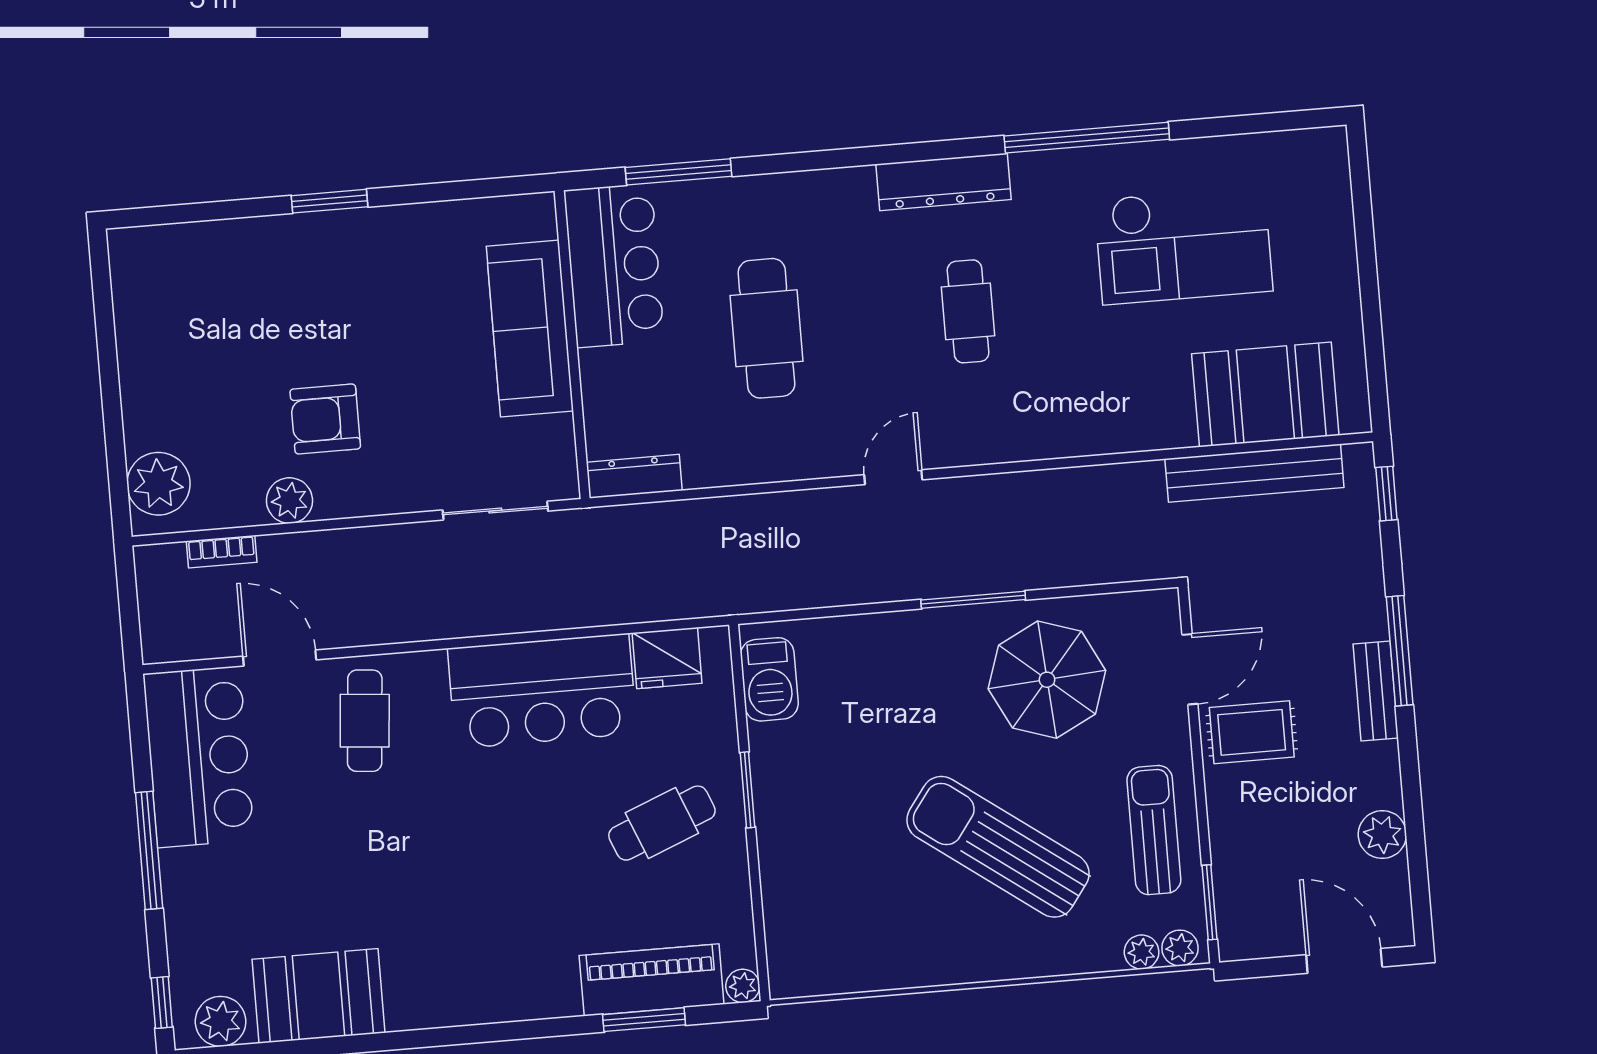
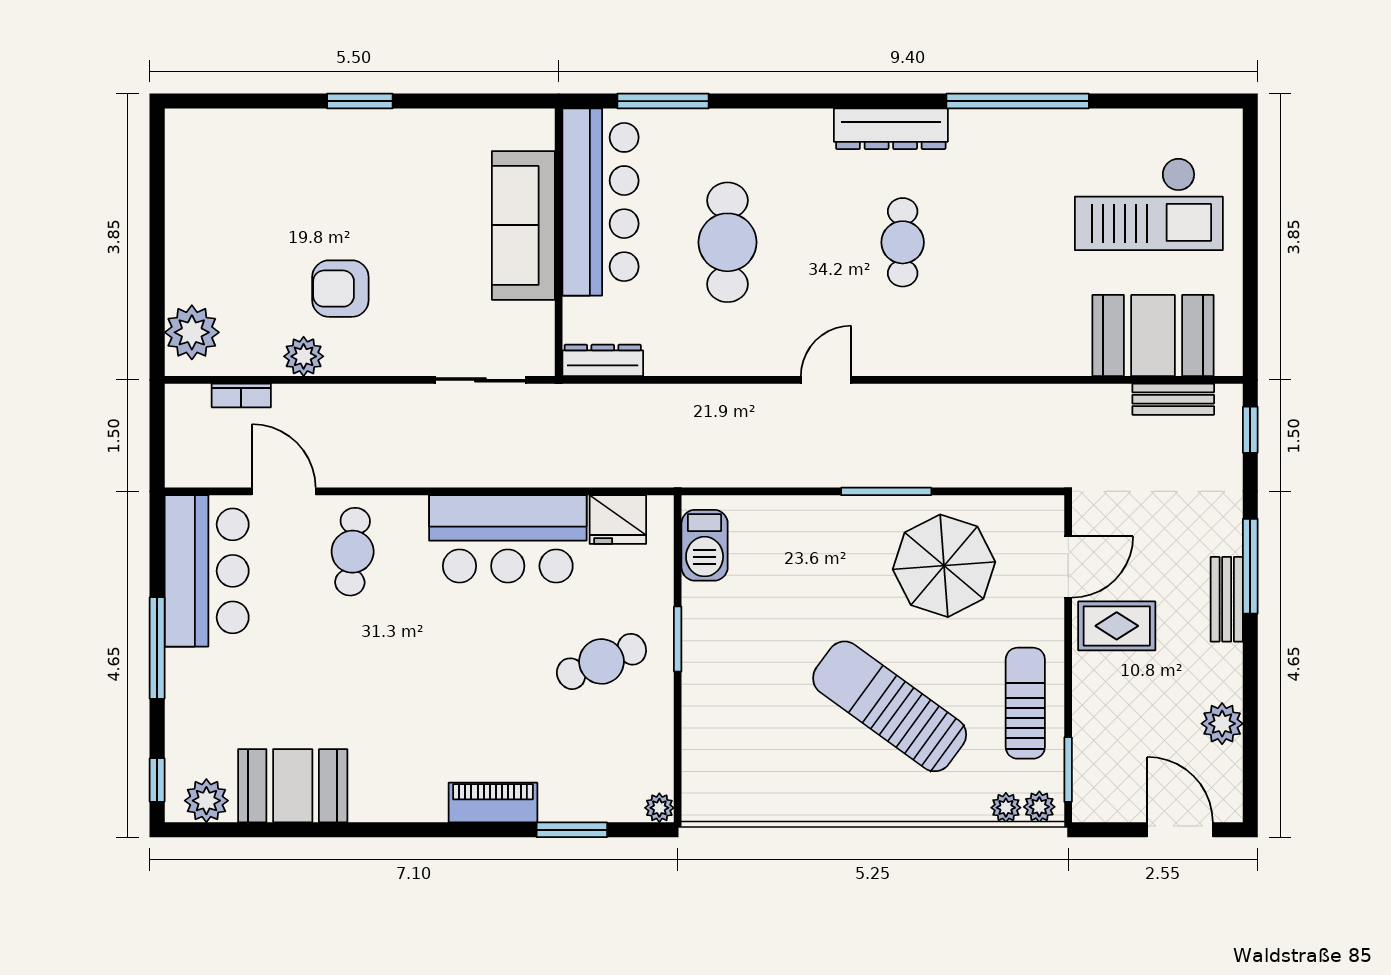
checkout: (1183, 245) -> (1149, 204), moved
bar counter: (614, 266) -> (601, 202), width x1.36
bench: (1254, 473) -> (1173, 399), width x0.54, depth x0.82
piano: (652, 980) -> (493, 803), moved, width x0.73, depth x0.75

